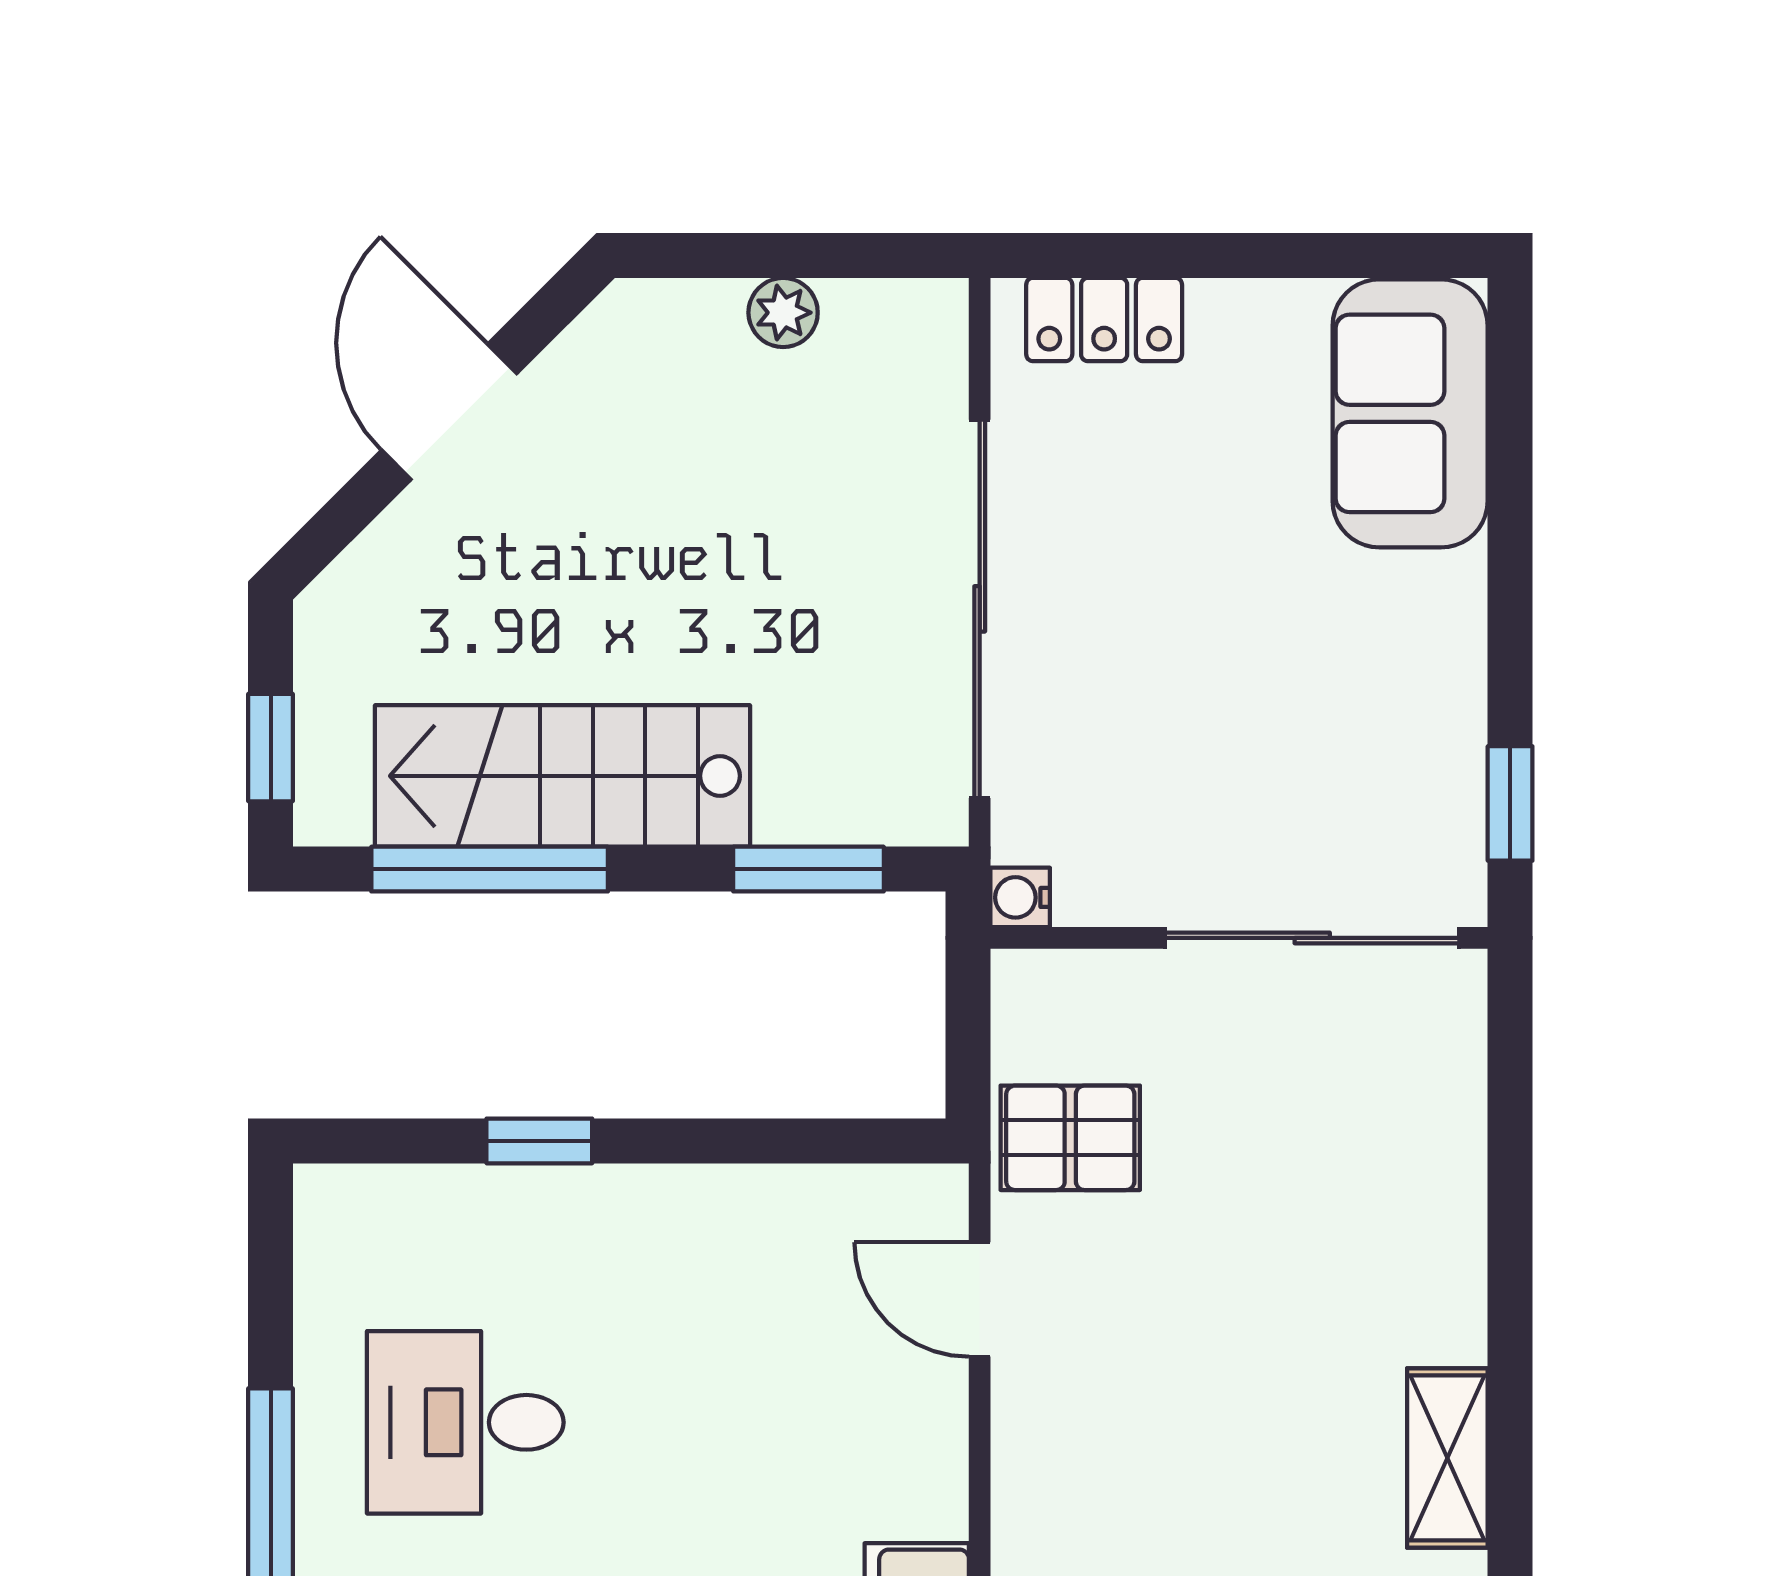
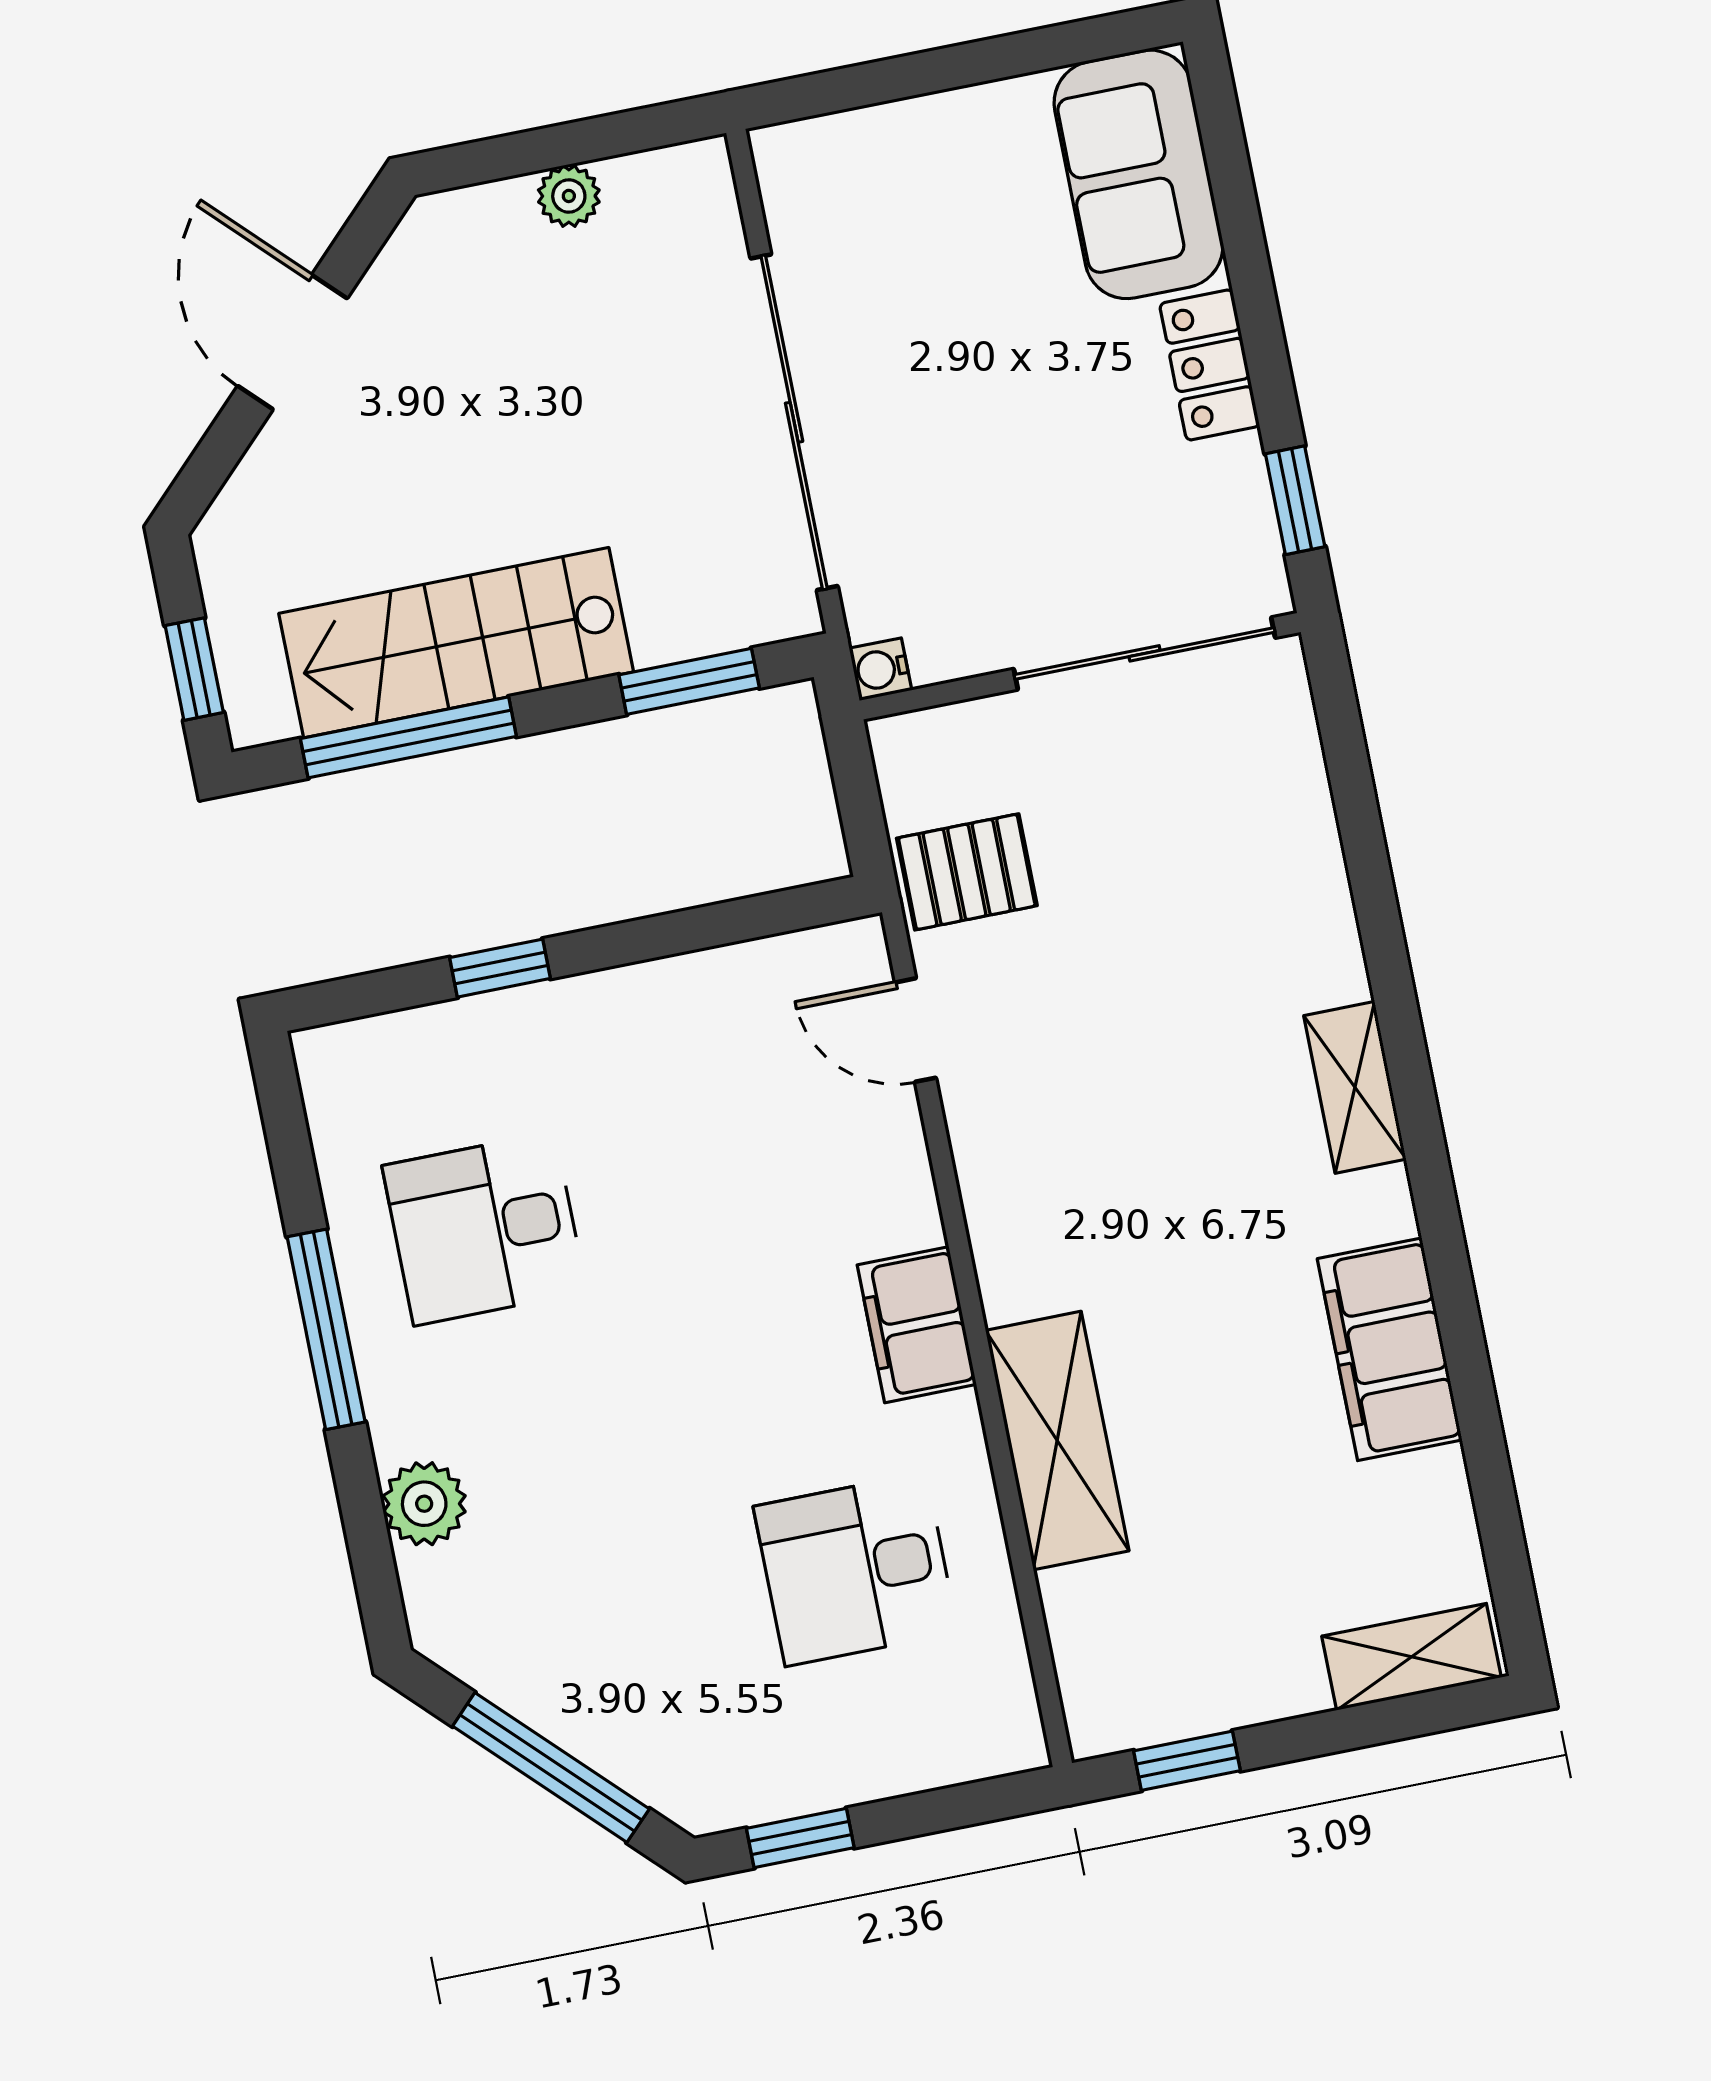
locker: (1104, 320) -> (1209, 365), moved, turned 90

